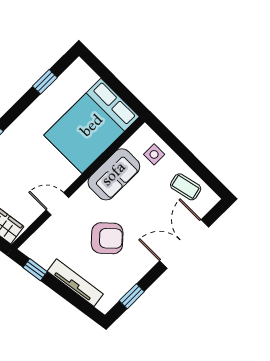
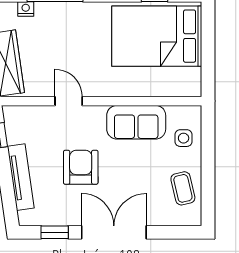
bed: (92, 126) -> (157, 36), moved
armchair: (107, 238) -> (81, 167), turned -137
double door: (184, 244) -> (114, 232), moved

